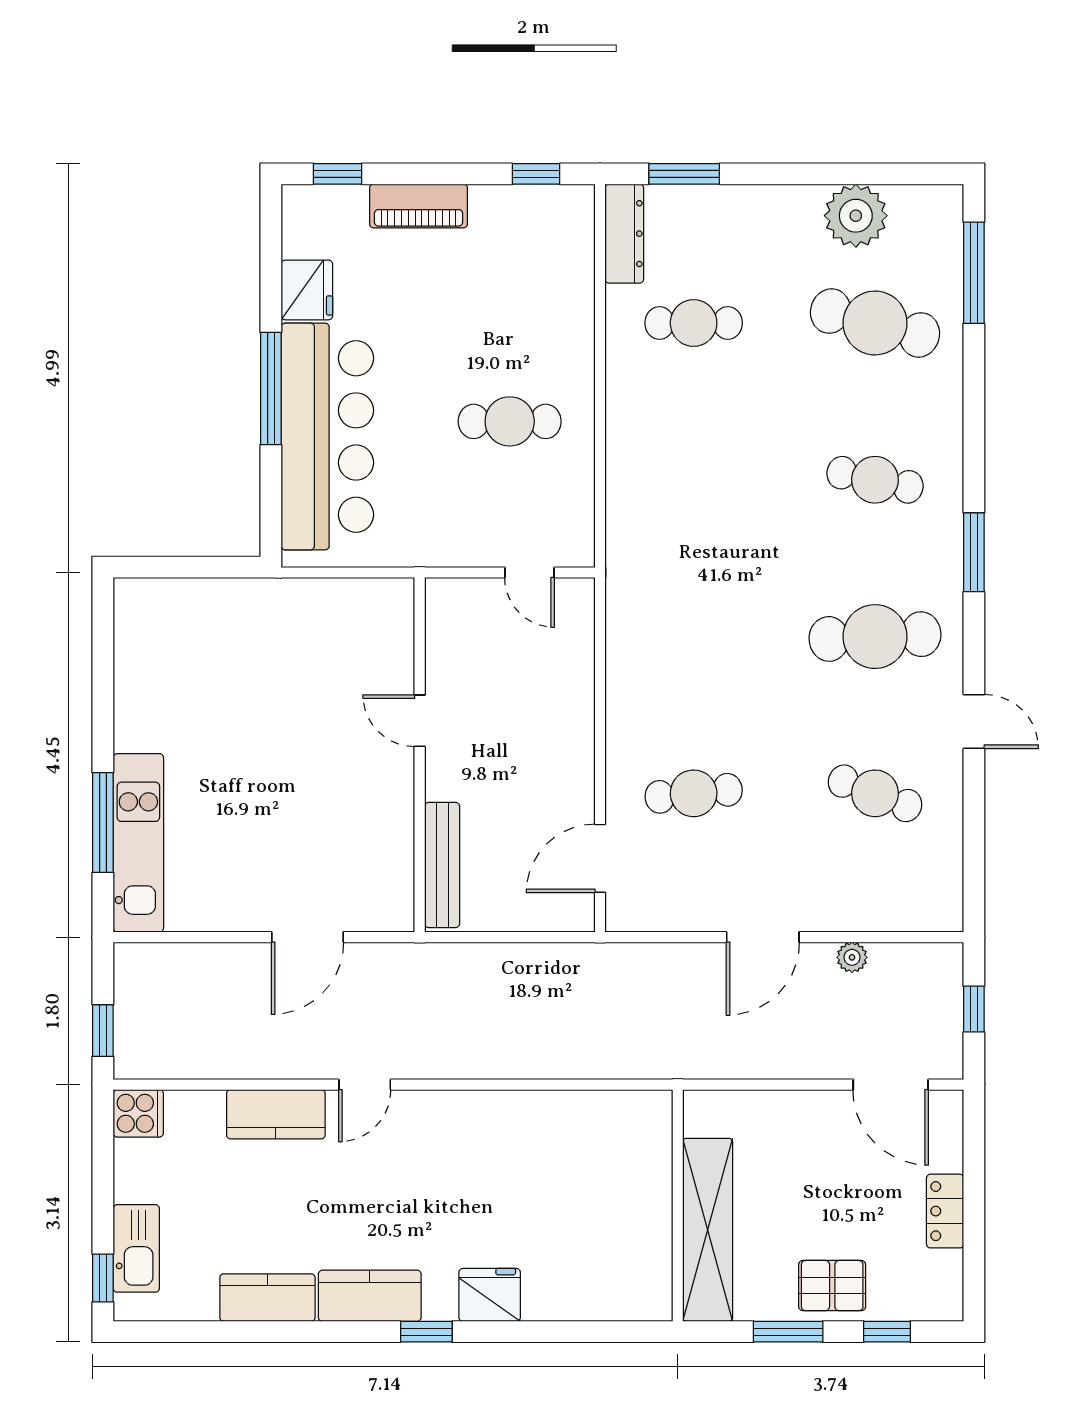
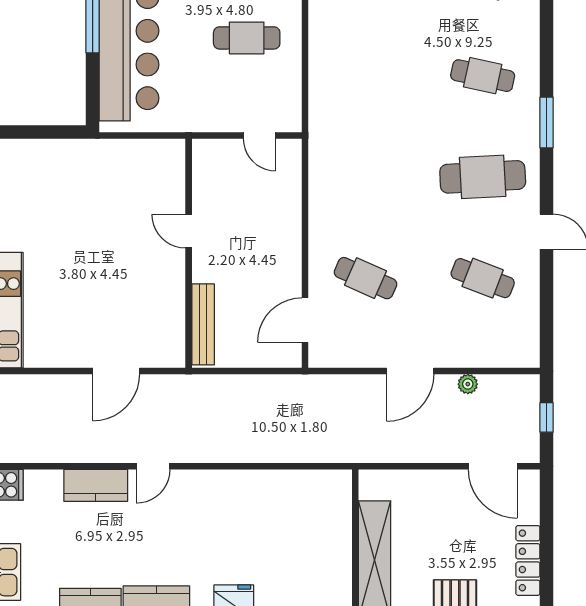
cafe table: (694, 793) -> (366, 278), turned 30
locker: (945, 1211) -> (528, 560), width x1.53

